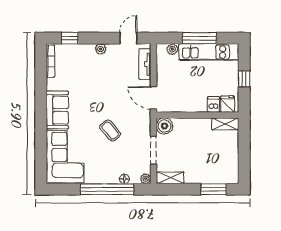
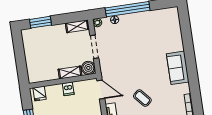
dishwasher: (214, 105) -> (68, 89), moved
shelving: (225, 124) -> (70, 72), moved
coffee table: (110, 130) -> (142, 98), moved
corner sofa: (65, 157) -> (166, 31), removed

